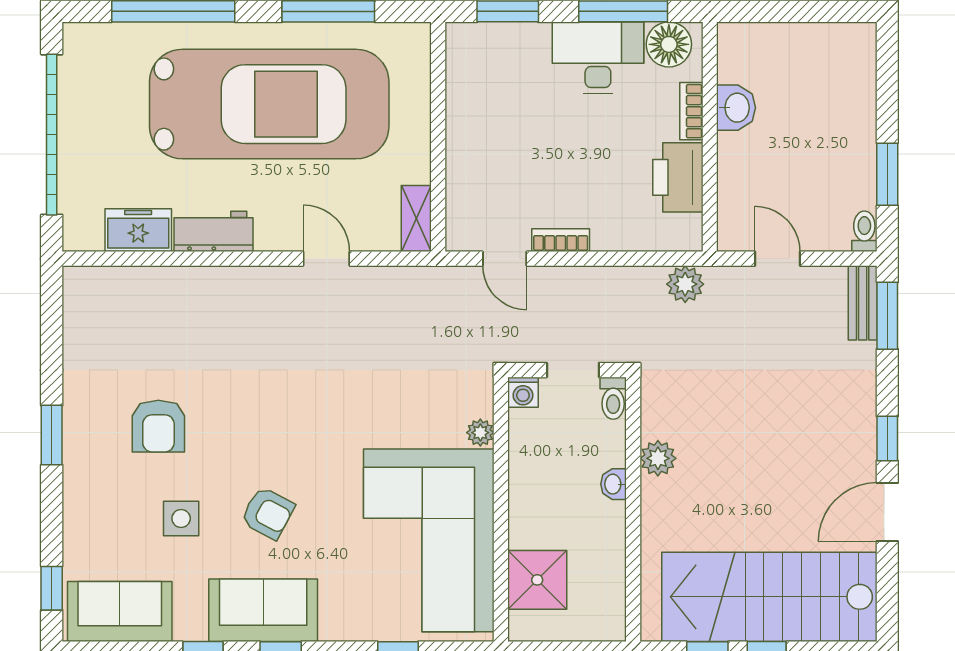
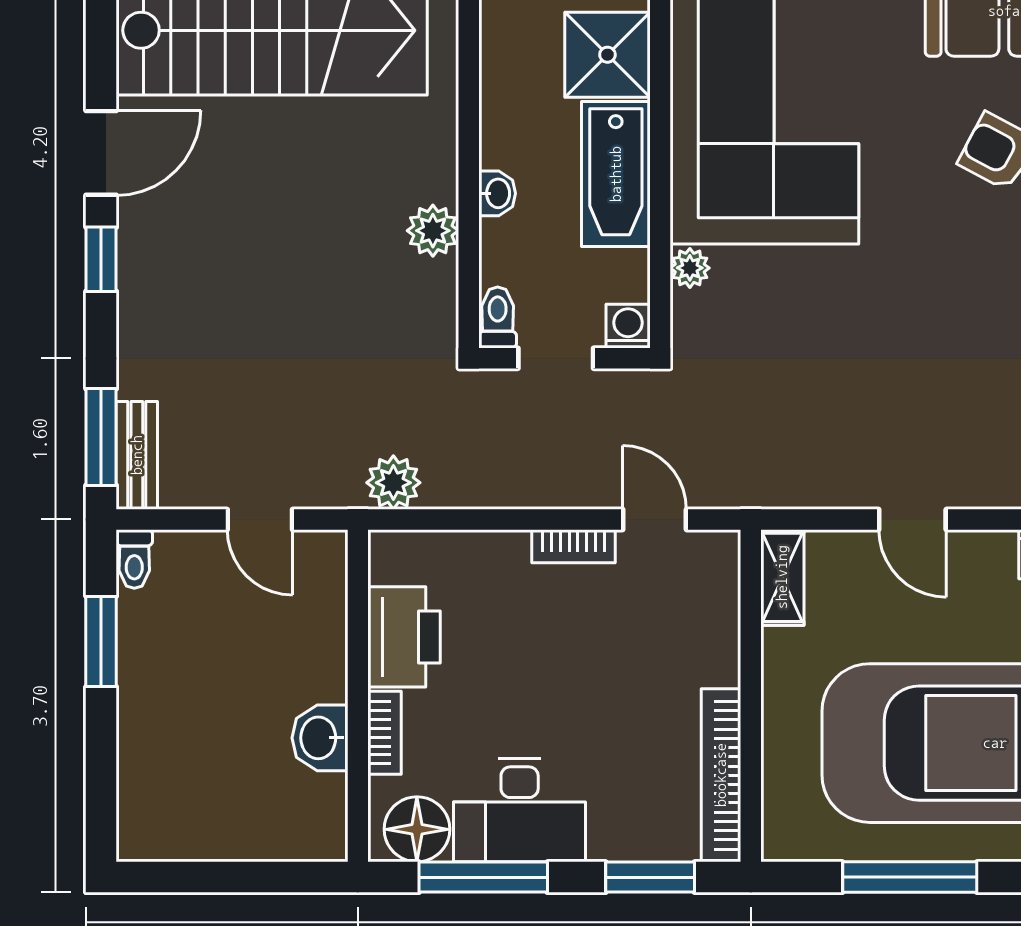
bookcase: (459, 82) -> (721, 775), added
bathtub: (531, 498) -> (616, 174), added

